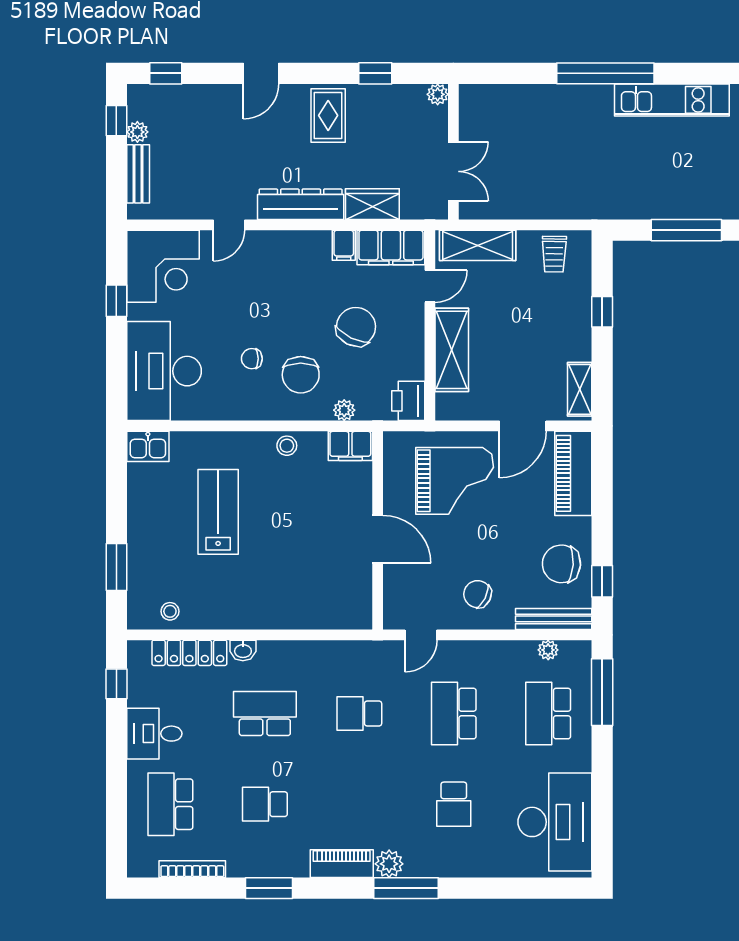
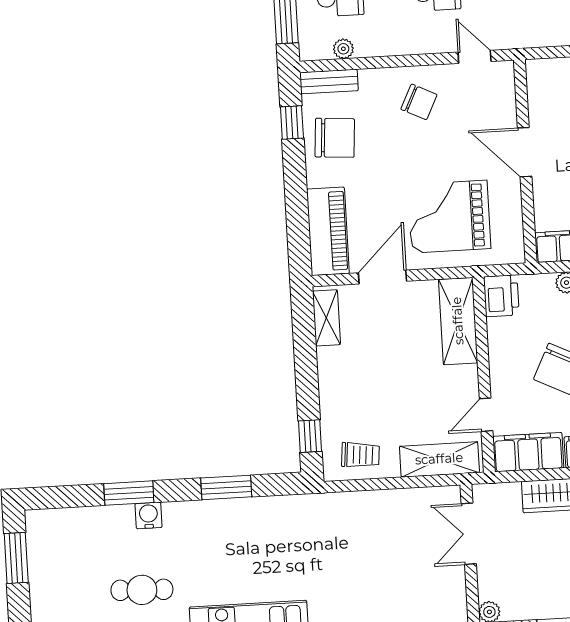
window: (686, 230) -> (226, 487), width x0.69
trolley: (554, 254) -> (360, 455), turned 94
window: (602, 312) -> (310, 436), moved
shelving: (452, 350) -> (458, 321), moved
bench: (554, 619) -> (329, 82), width x0.73
door: (421, 635) -> (475, 57), hinge flipped

